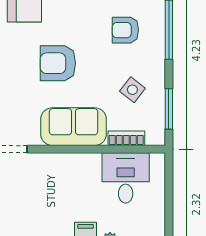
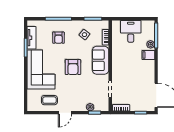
desk: (126, 178) -> (131, 31), moved, turned 90

